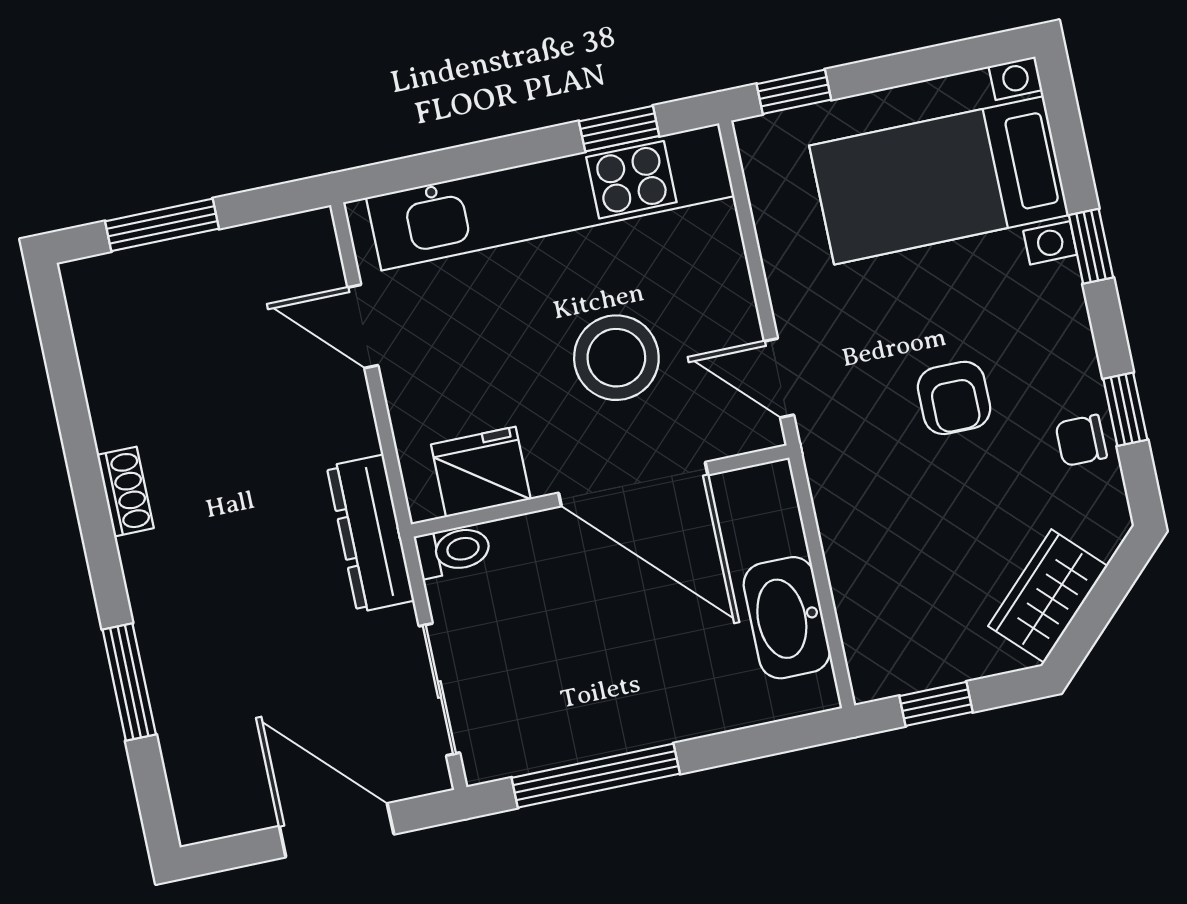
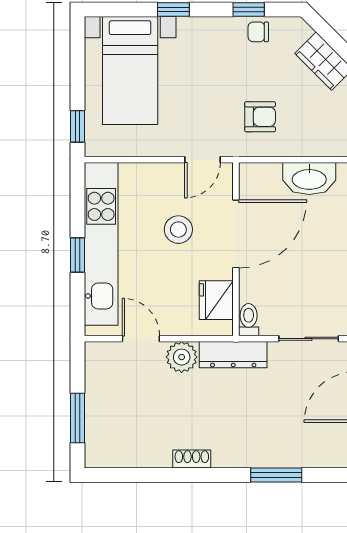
window: (619, 129) -> (77, 255), moved
door: (363, 326) -> (141, 339), swing flipped
stool: (616, 358) -> (178, 230), width x0.73, depth x0.73
armchair: (954, 398) -> (260, 117), moved
plant: (342, 423) -> (182, 357), added
chair: (1081, 440) -> (258, 32), turned 90

